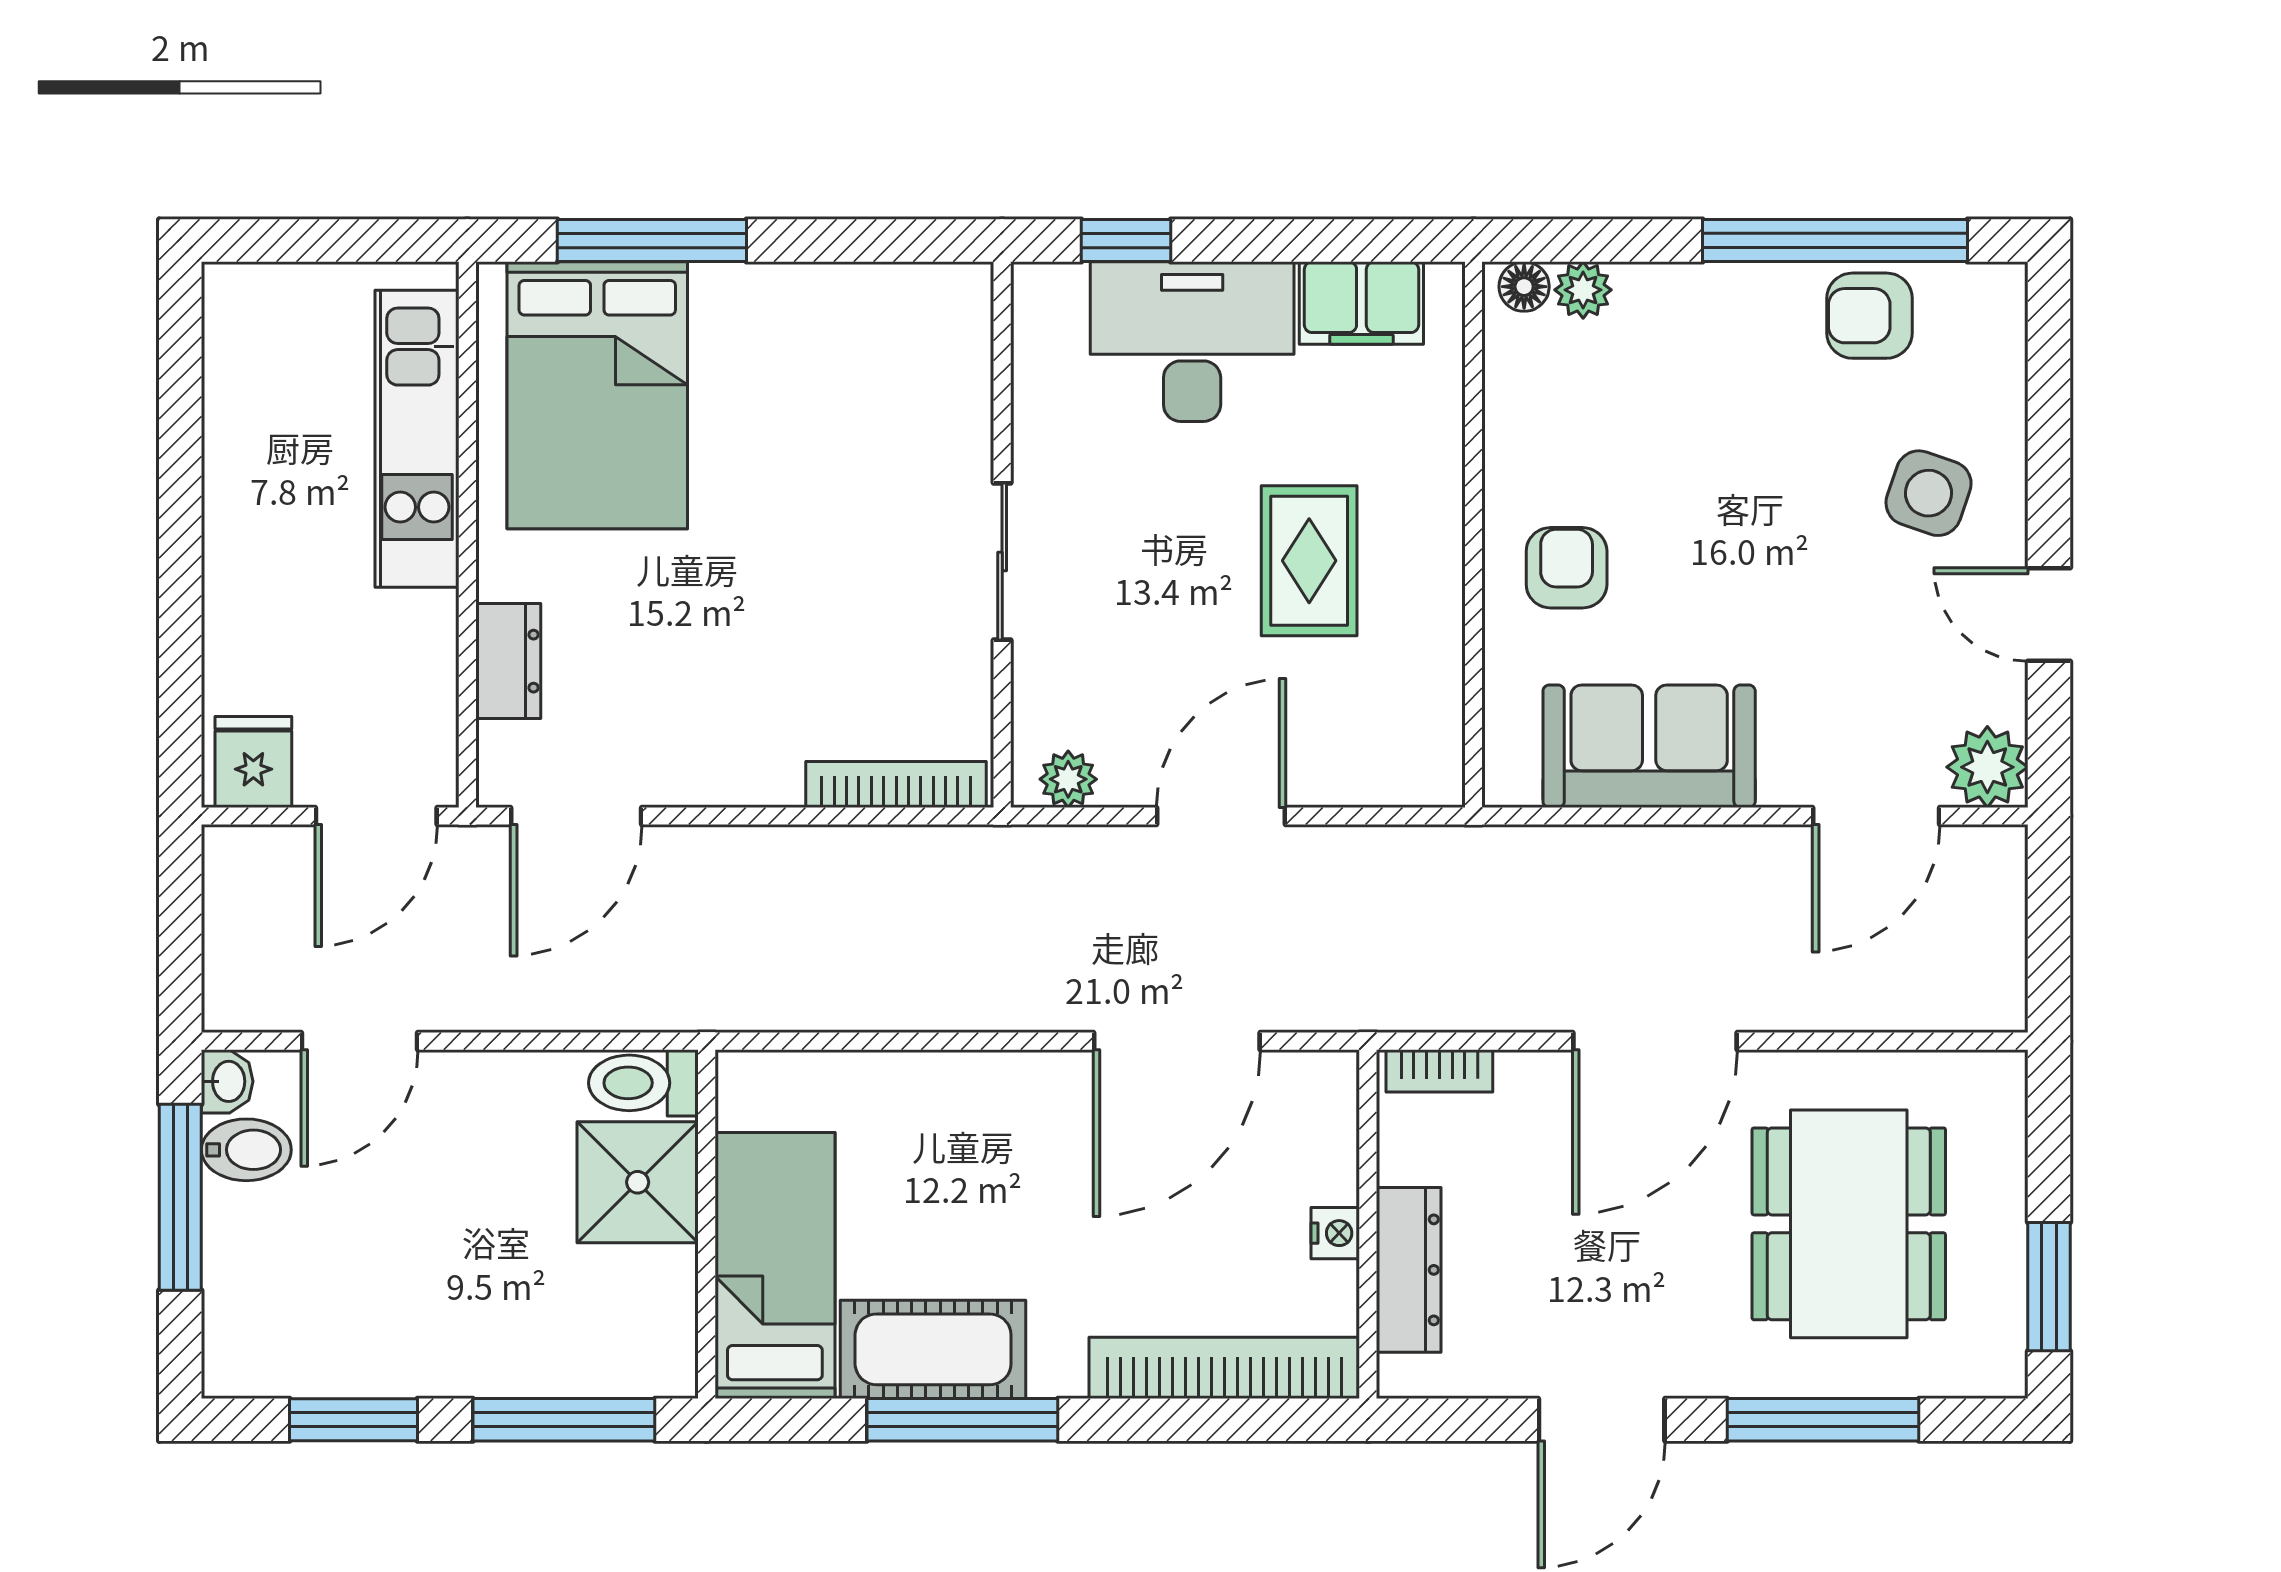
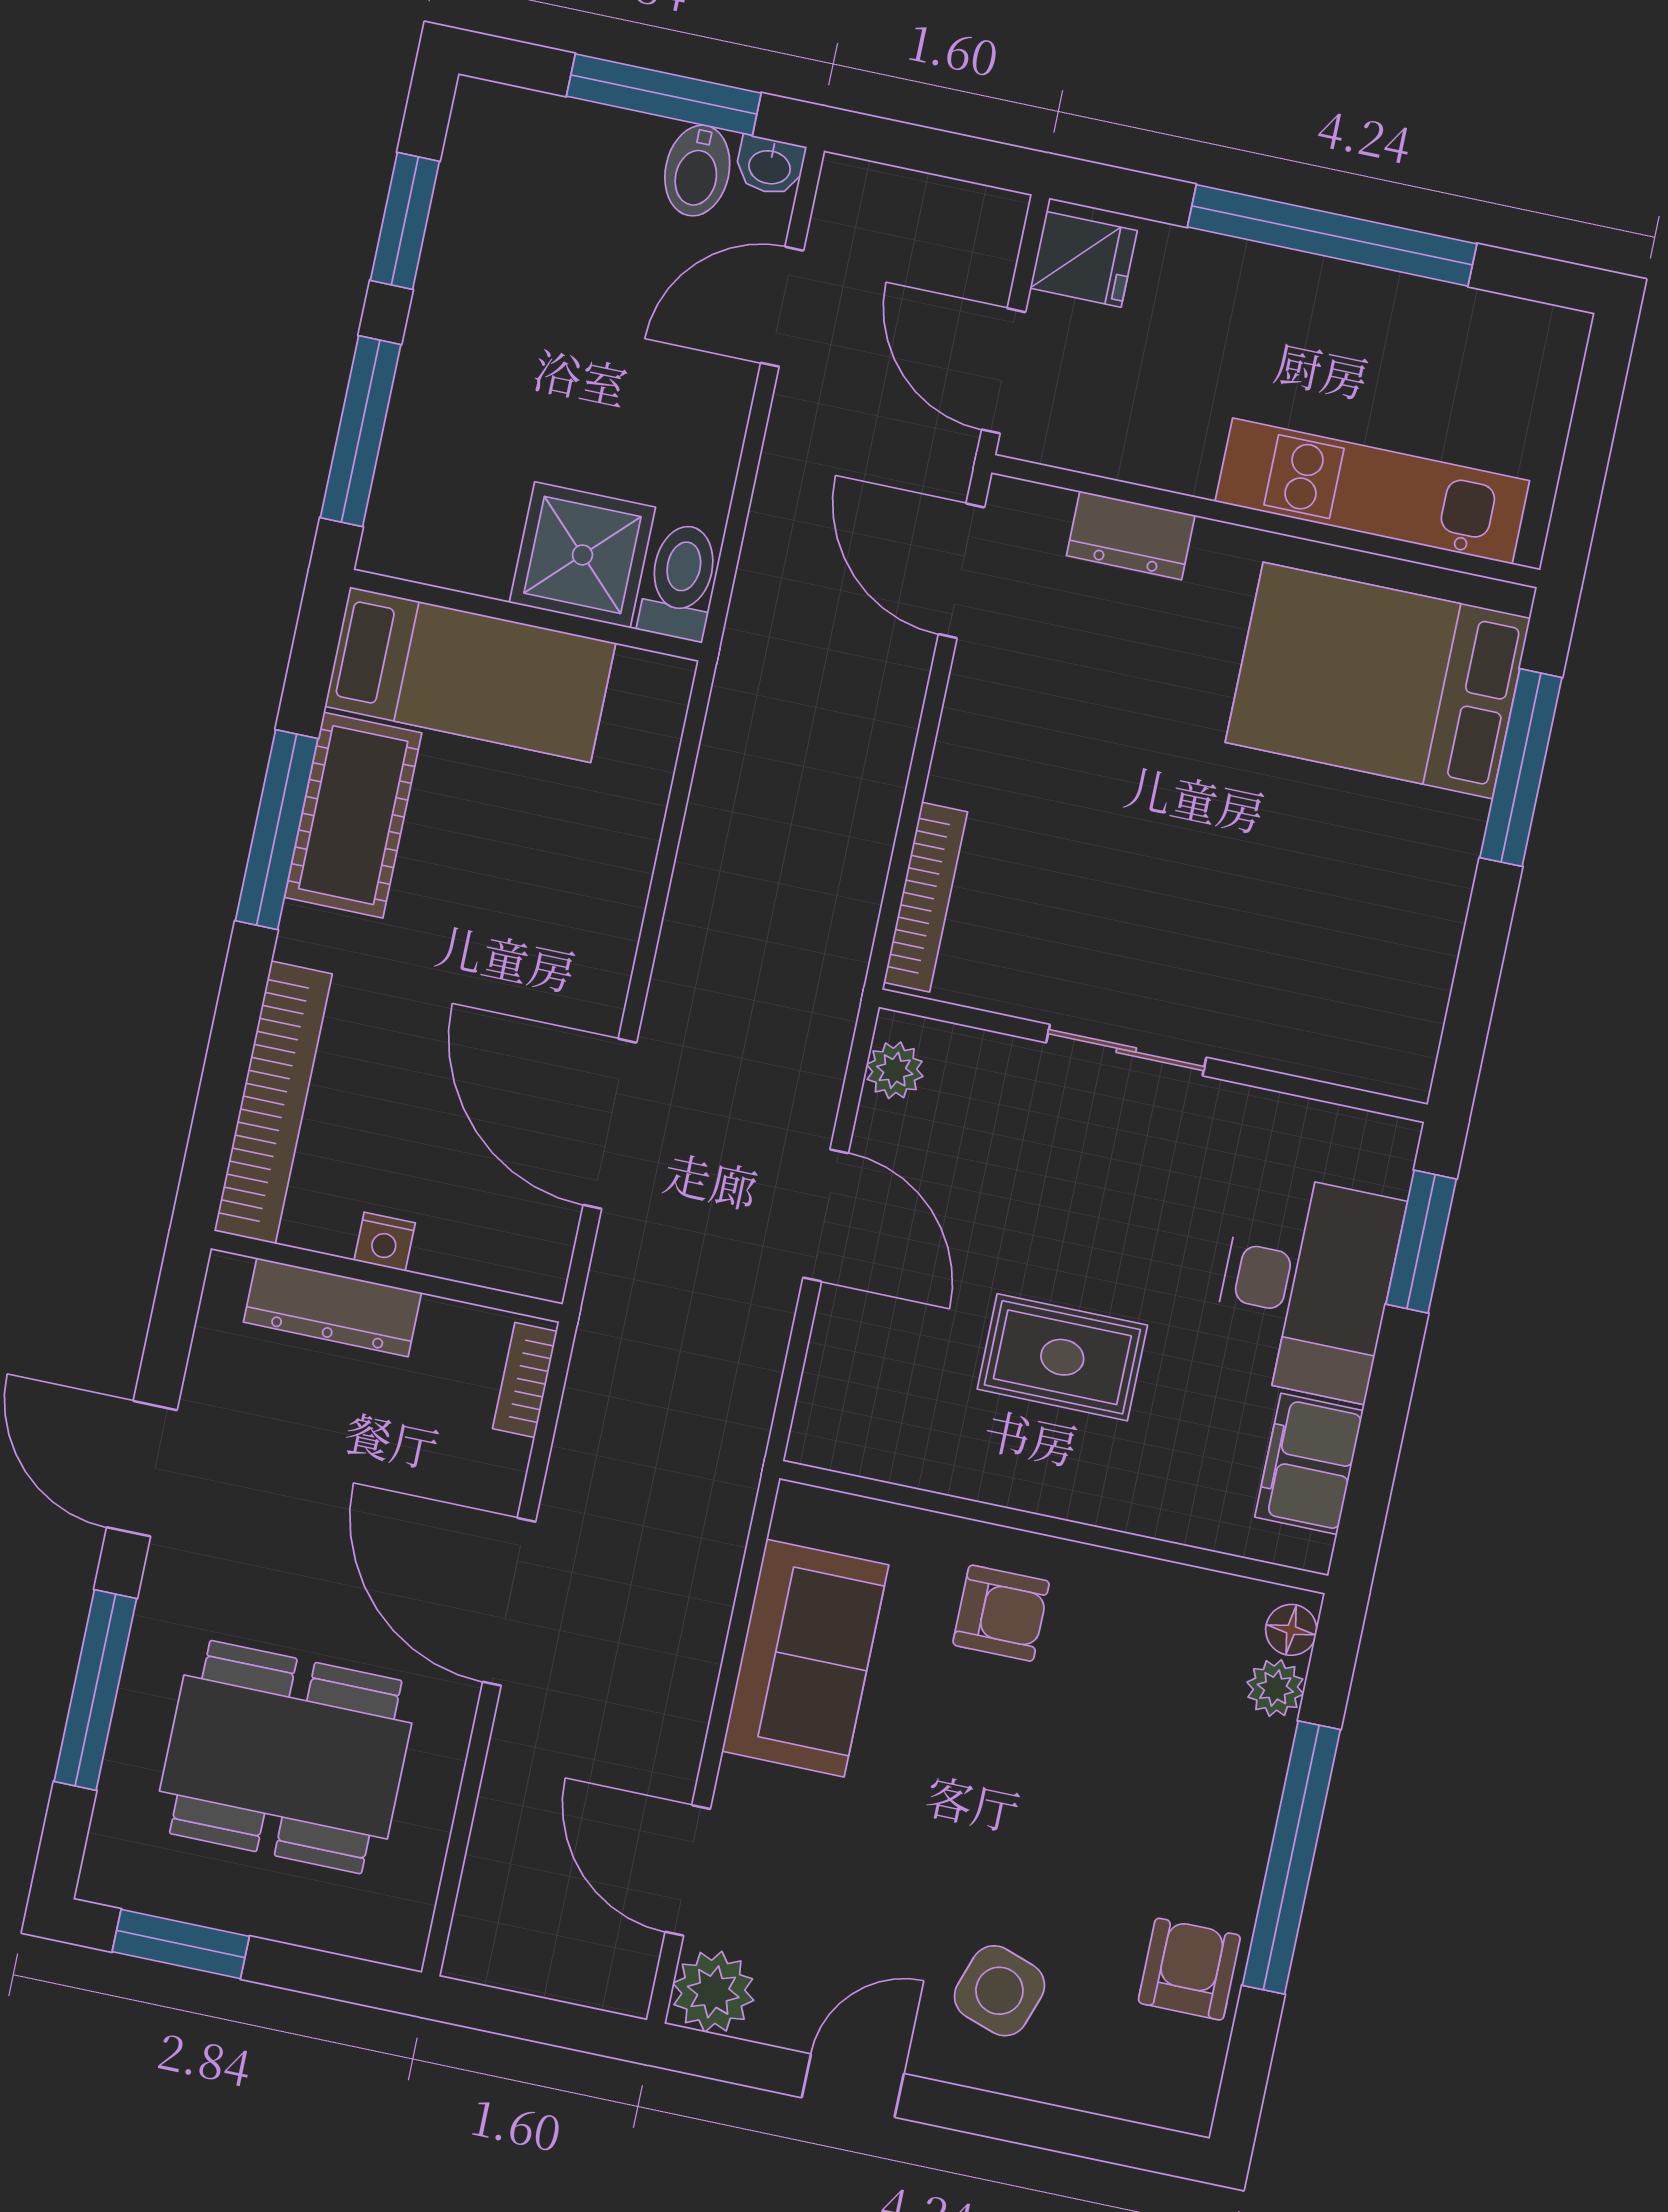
window: (1126, 241) -> (1421, 1242), width x1.50
window: (1835, 241) -> (1291, 1857), moved
window: (180, 529) -> (1332, 235), added
door: (360, 1041) -> (782, 307), hinge flipped

